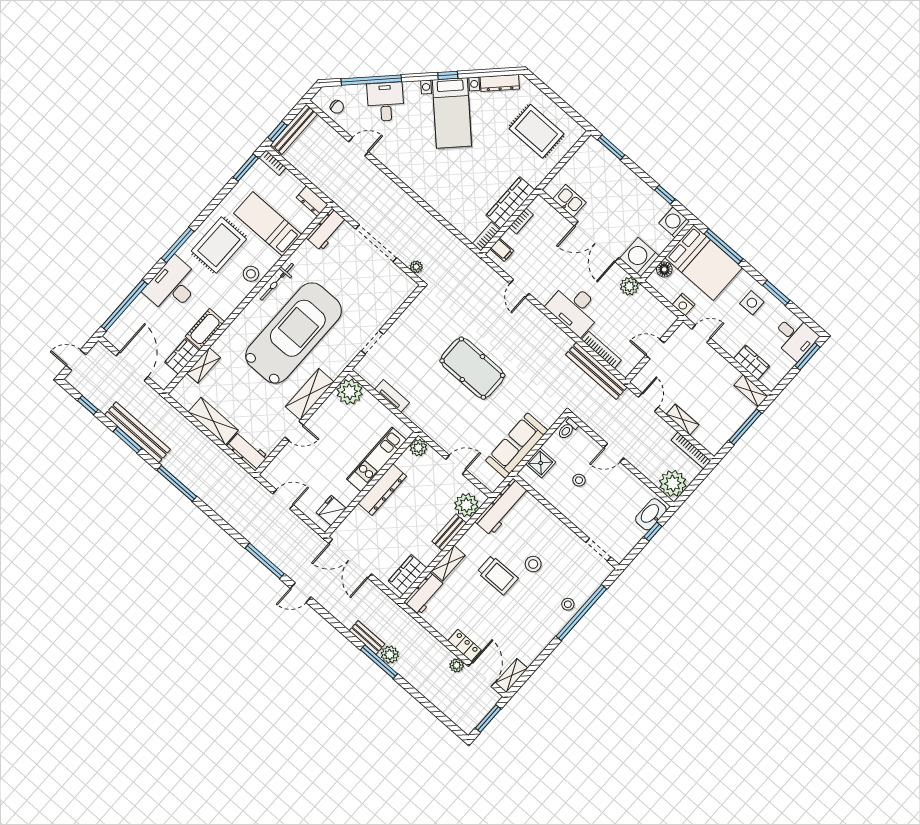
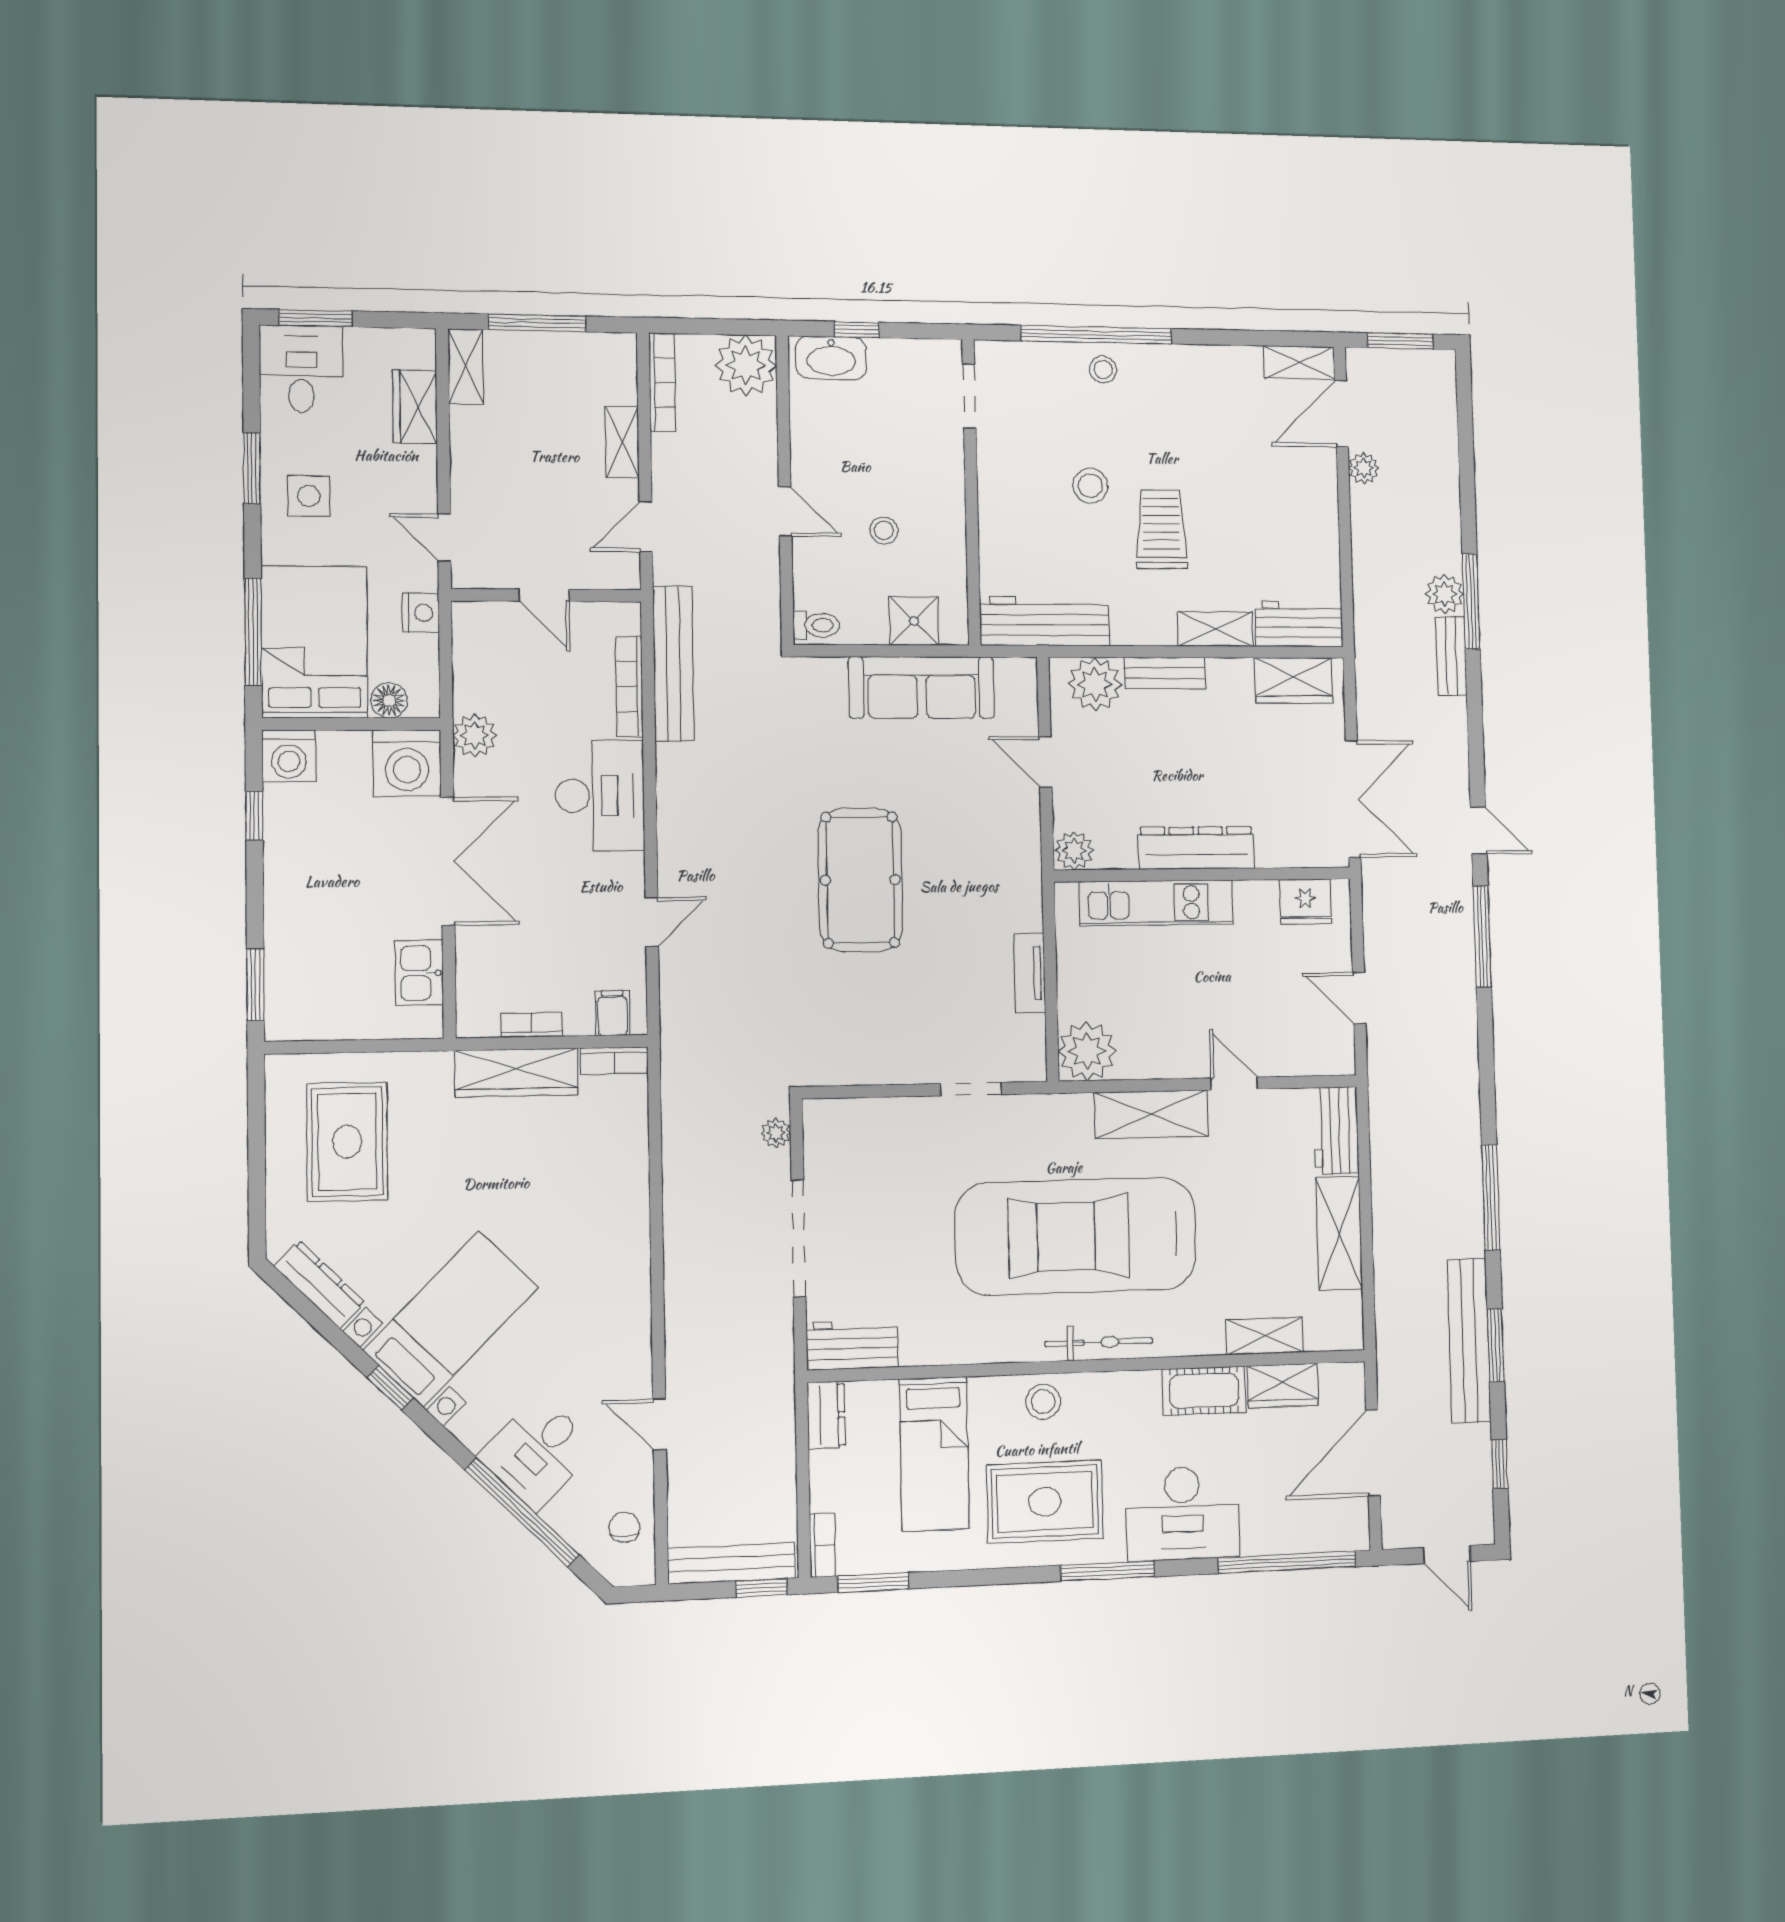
bicycle: (277, 282) -> (1099, 1342), moved
locker: (464, 645) -> (1321, 483), removed

